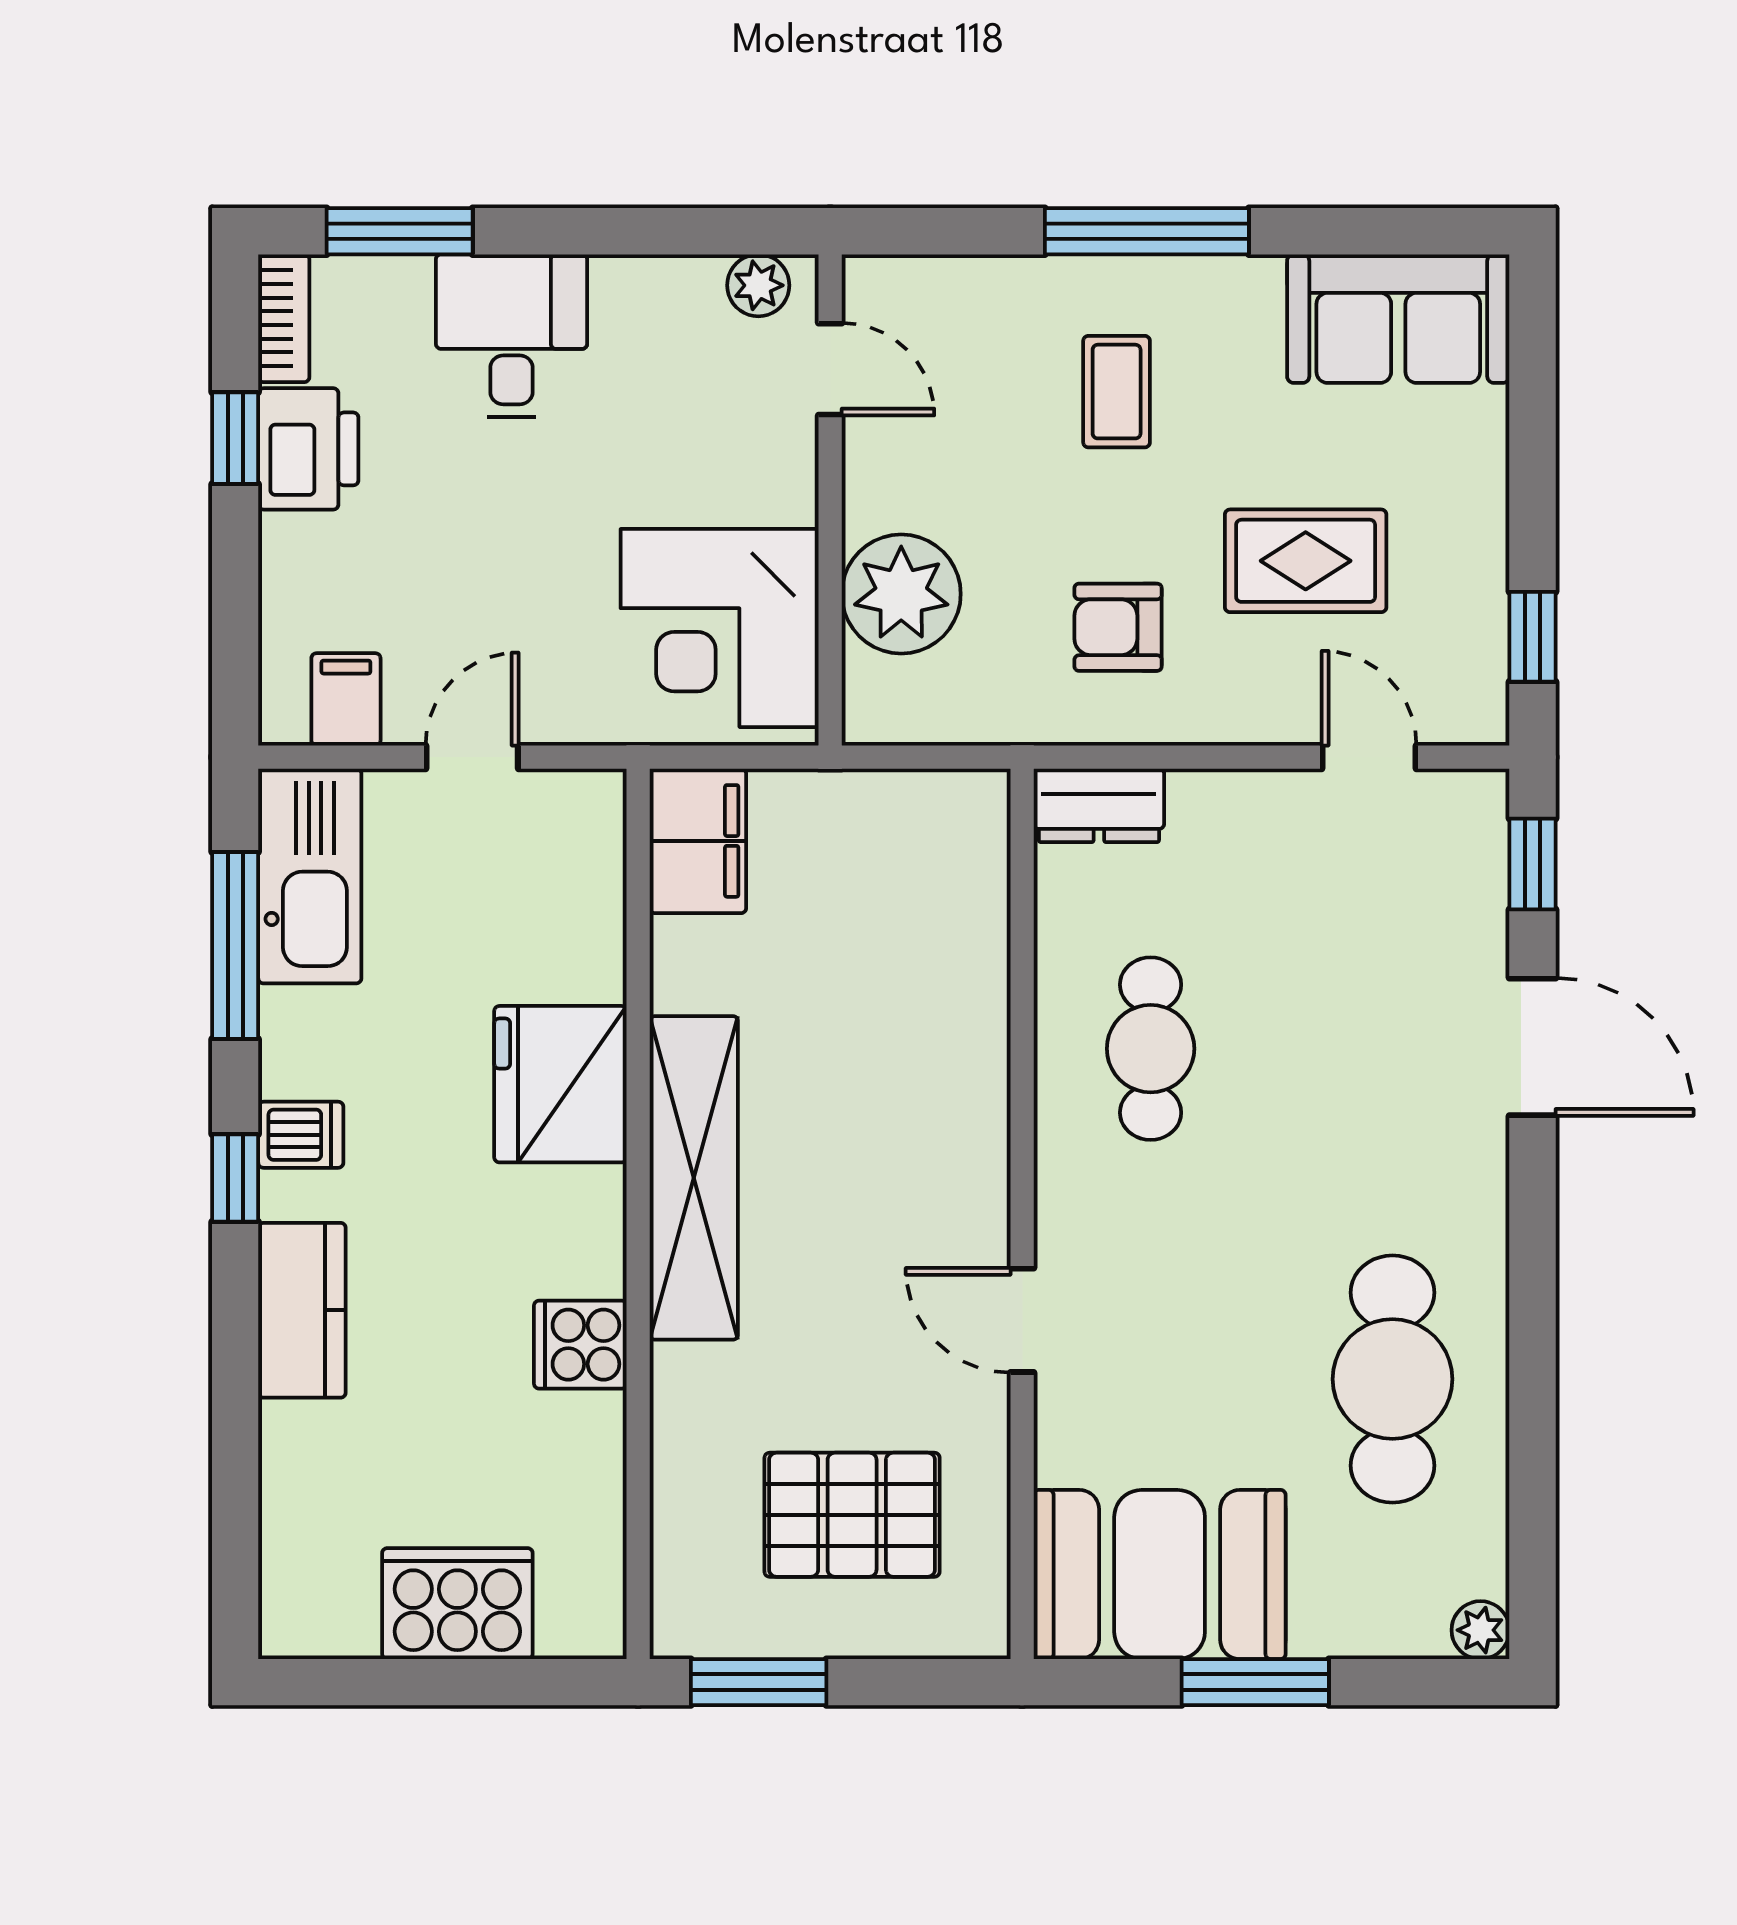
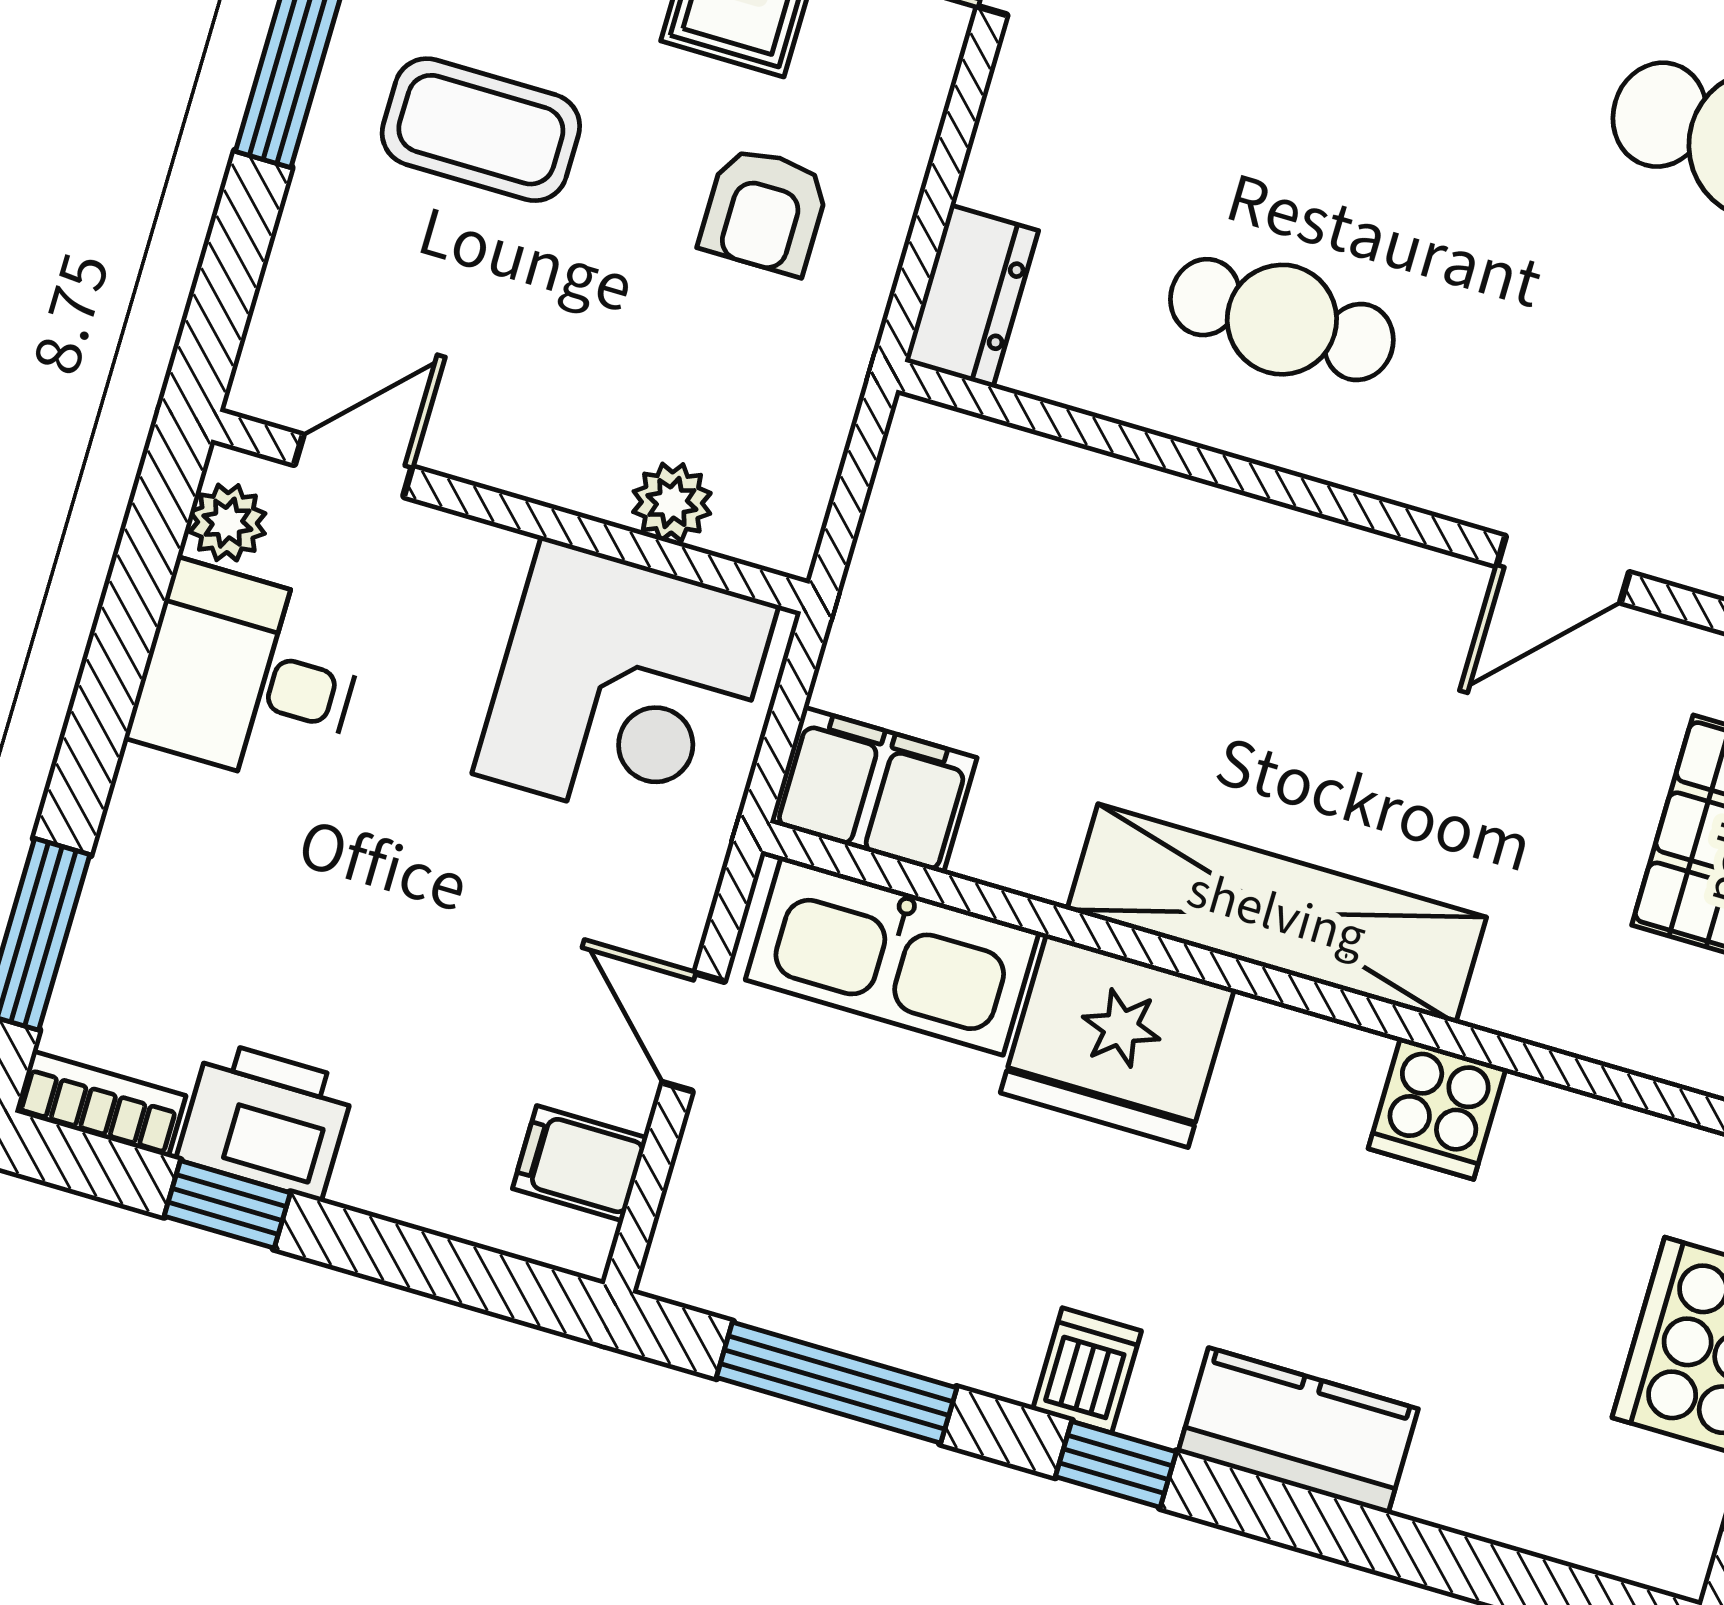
desk: (511, 336) -> (248, 676), moved
coffee table: (1117, 392) -> (481, 130), width x1.36, depth x1.30
plant: (901, 594) -> (672, 502), width x0.53, depth x0.53
kitchen sink: (310, 876) -> (892, 956), moved, turned 180

